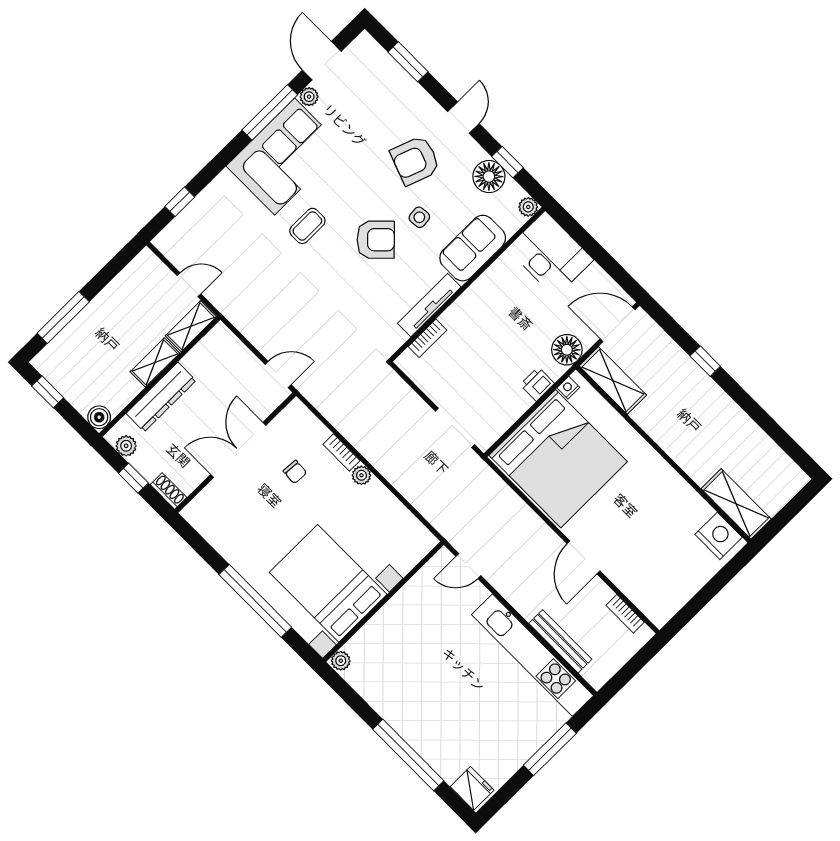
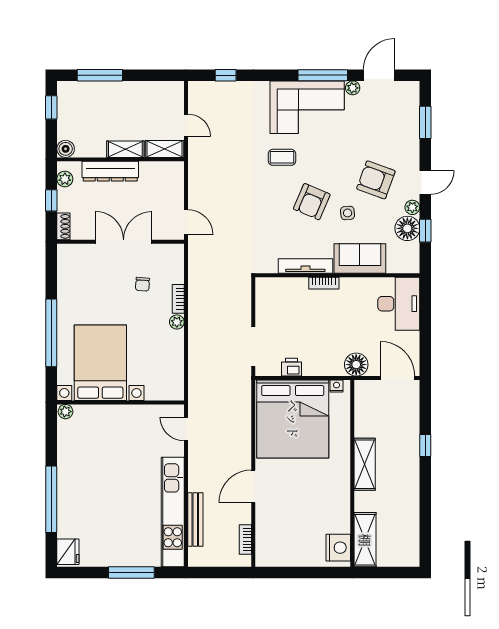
plant: (528, 207) -> (412, 207), moved
armchair: (376, 240) -> (312, 202), turned 68
bookcase: (427, 338) -> (324, 283), moved
shelving: (613, 380) -> (365, 464), moved
printer: (537, 384) -> (291, 367), moved

